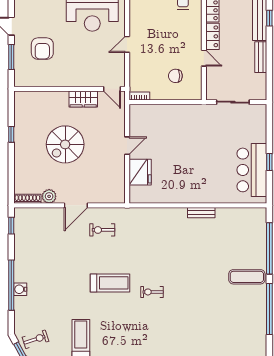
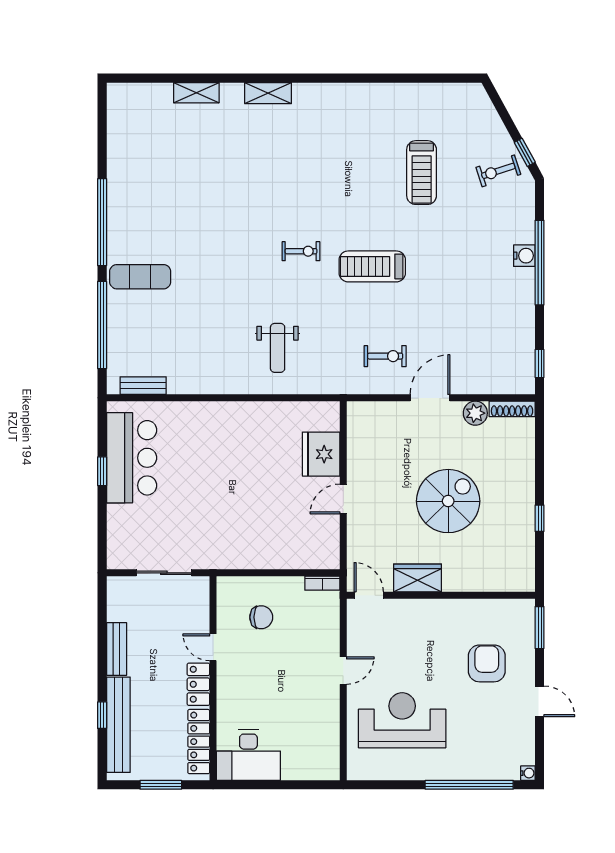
window: (11, 57) -> (540, 628), moved
bench: (201, 213) -> (143, 386), moved
weight bench: (166, 235) -> (278, 348), added

